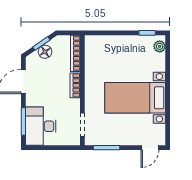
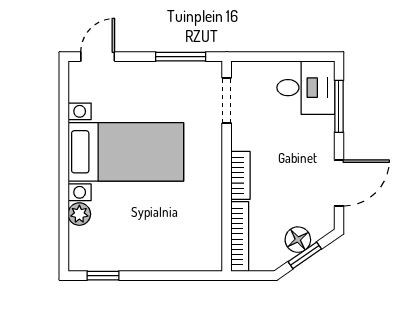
plant: (160, 46) -> (79, 214), moved
desk: (41, 126) -> (306, 88), width x0.73

